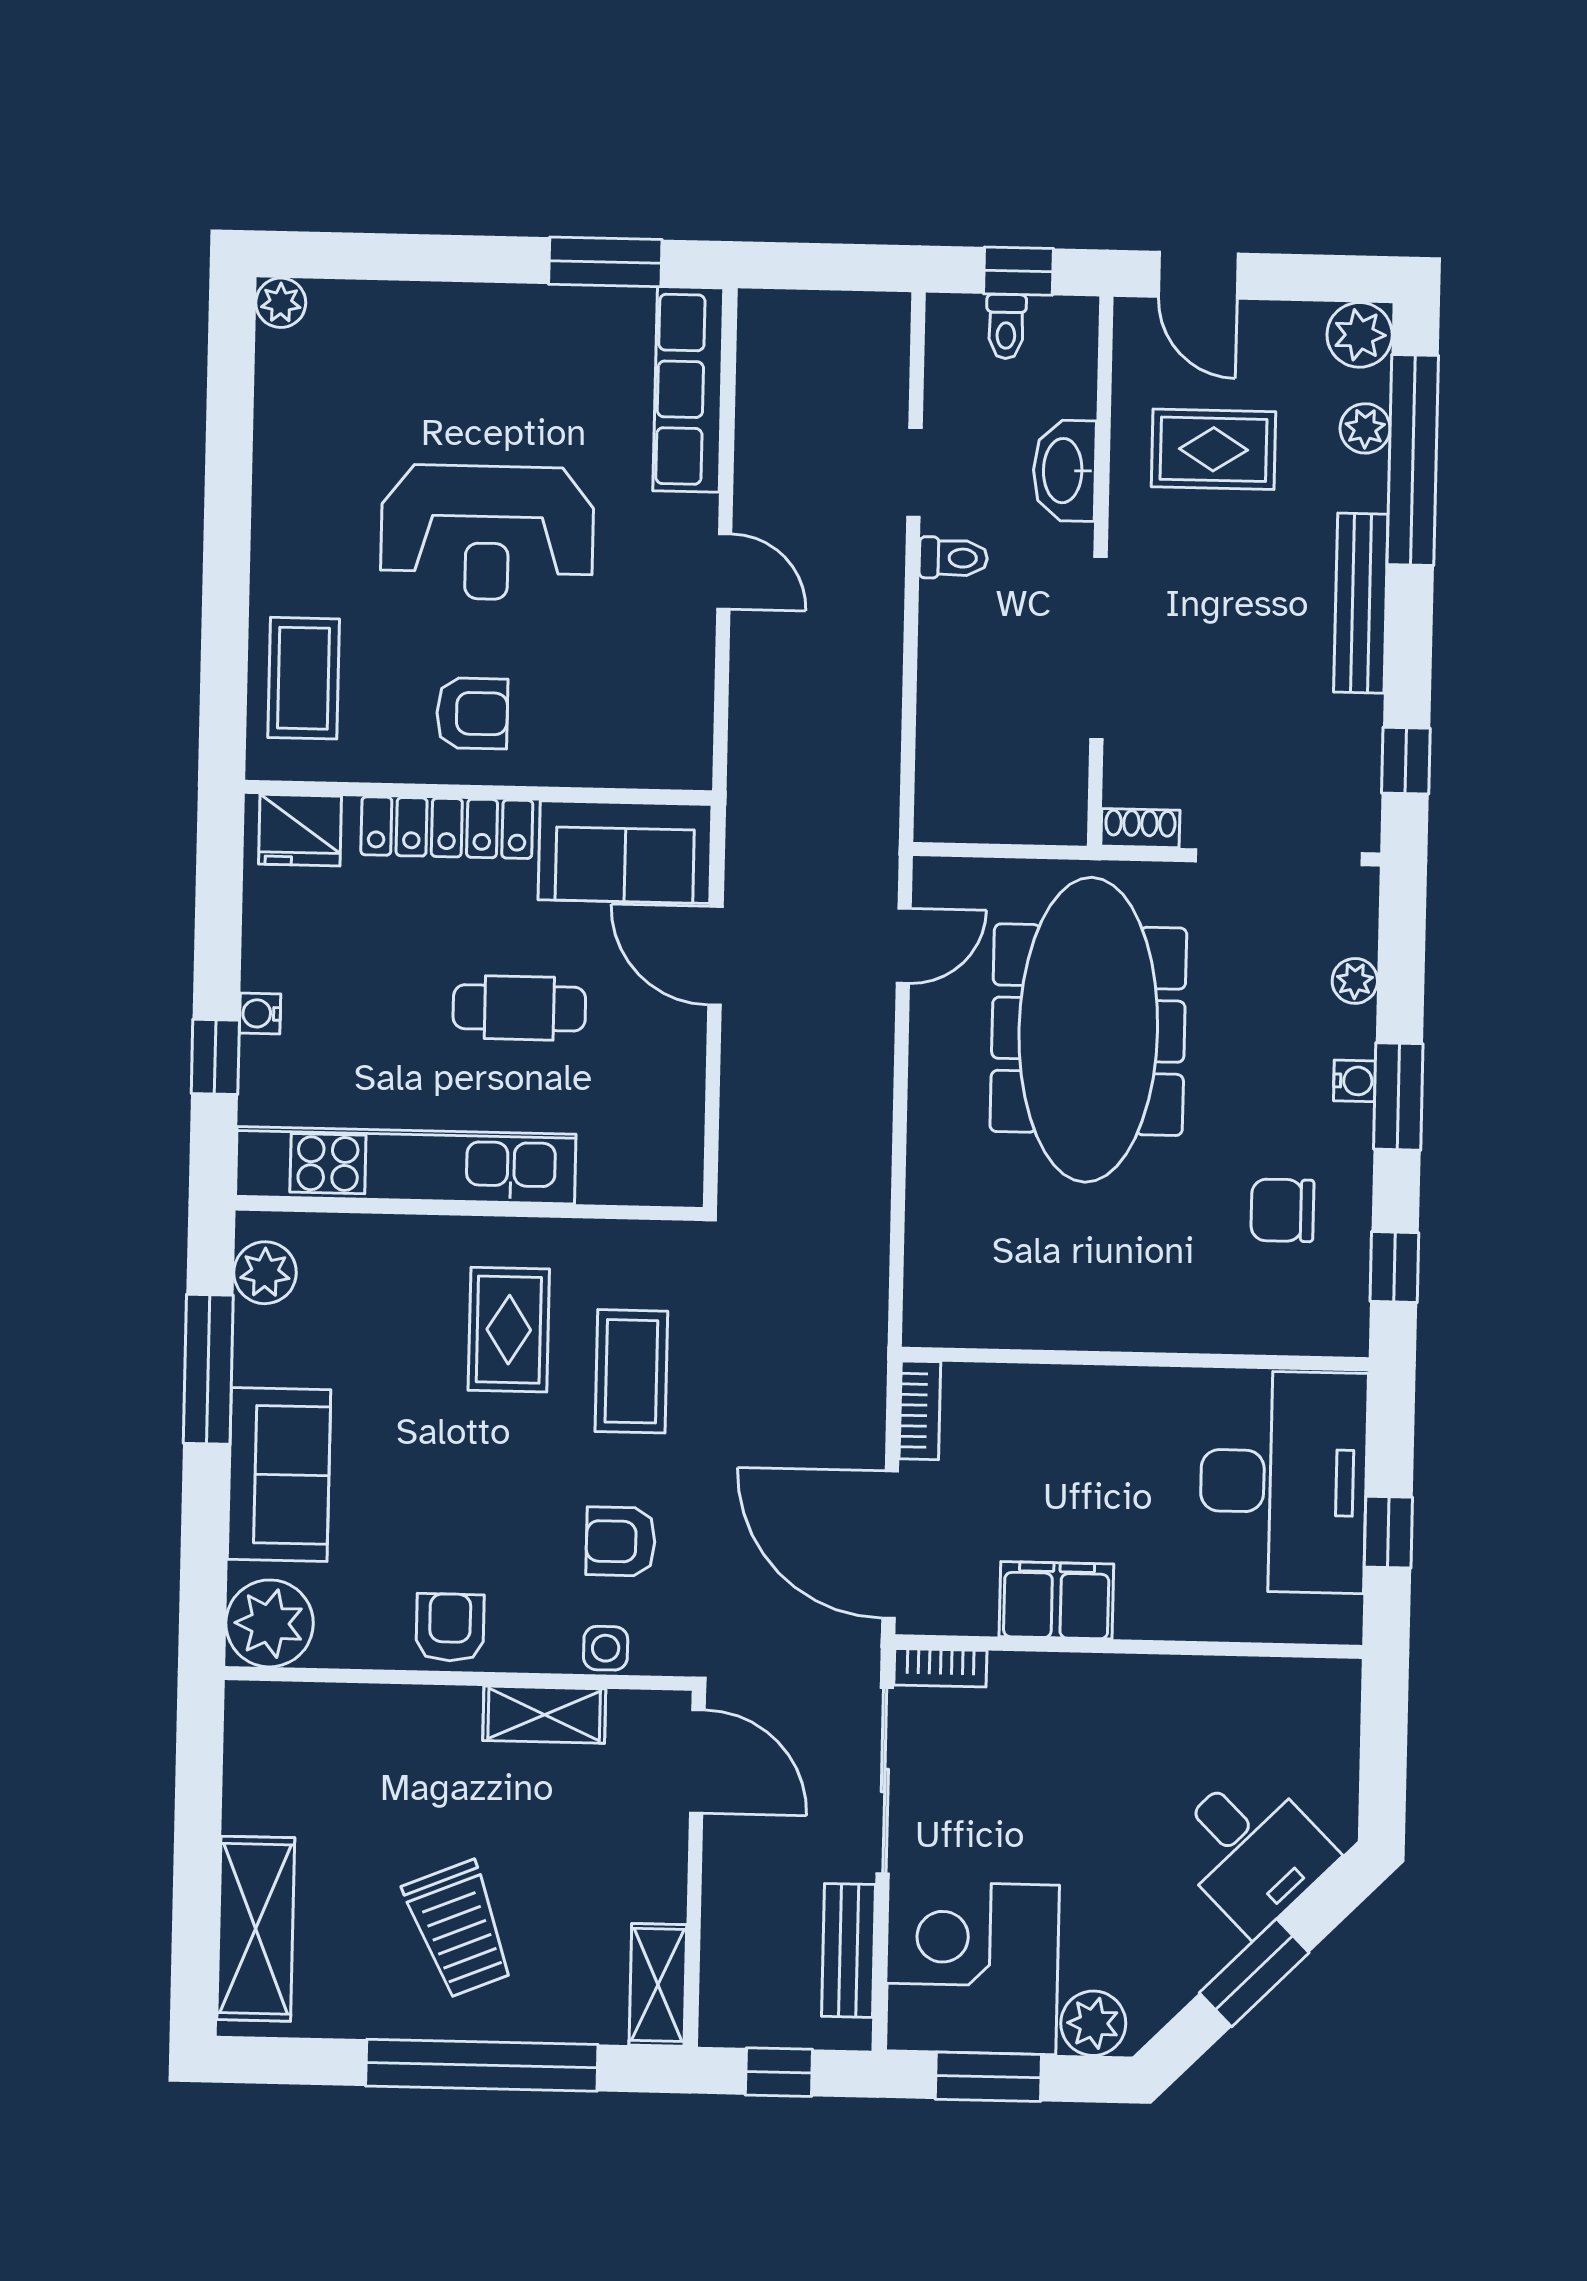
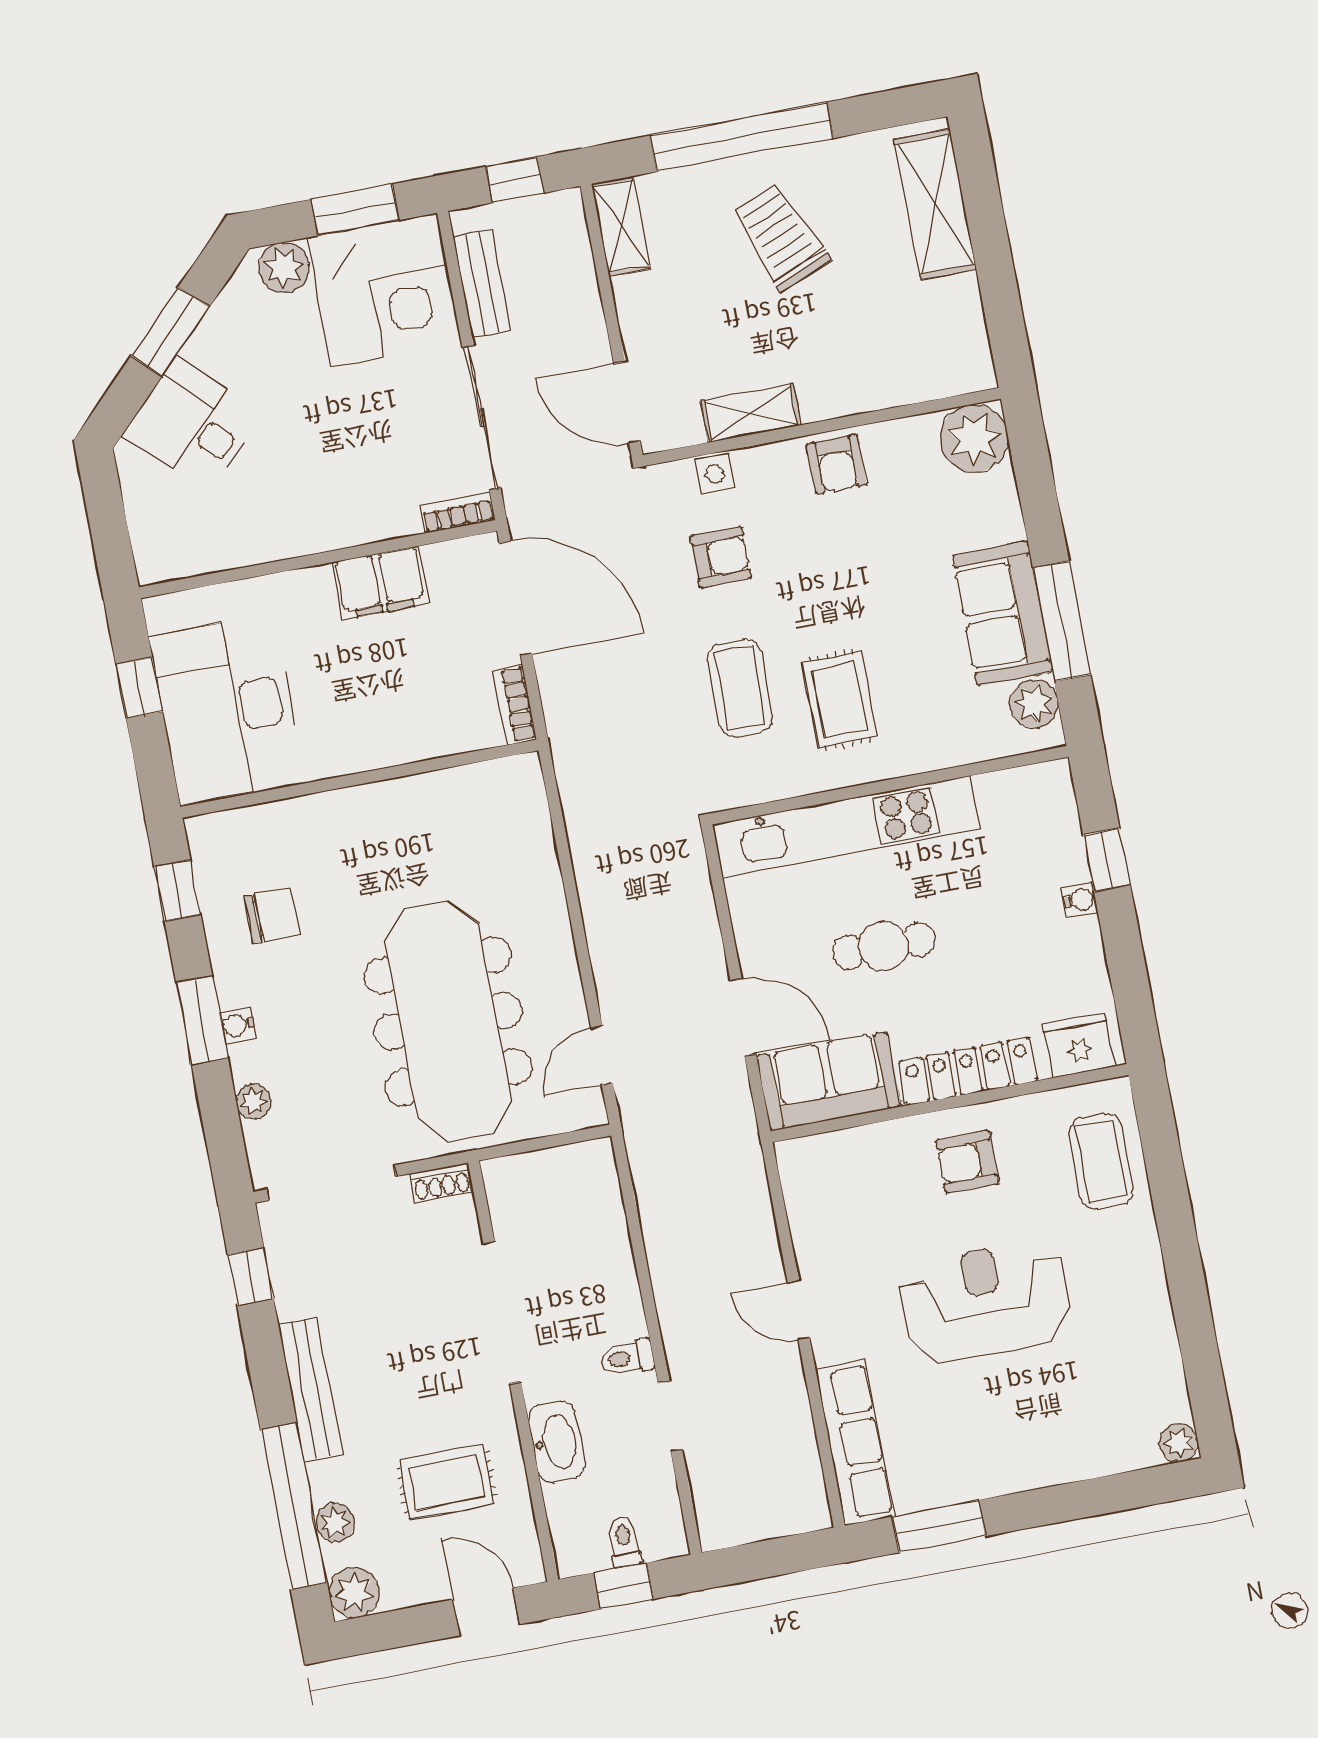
kitchen unit: (406, 1165) -> (847, 827), moved
sofa: (279, 1475) -> (1002, 614), moved

